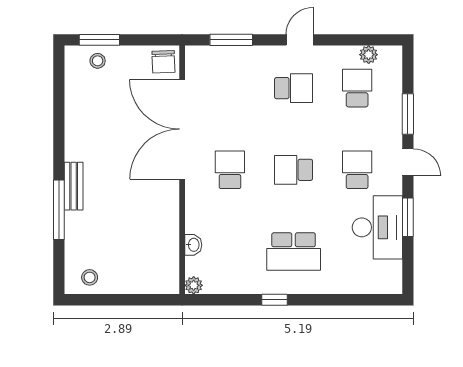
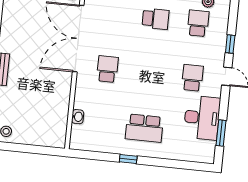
window: (408, 114) -> (230, 44), width x0.67
school desk: (294, 170) -> (150, 73), removed
window: (408, 217) -> (221, 133), moved
plant: (194, 285) -> (75, 144), removed

